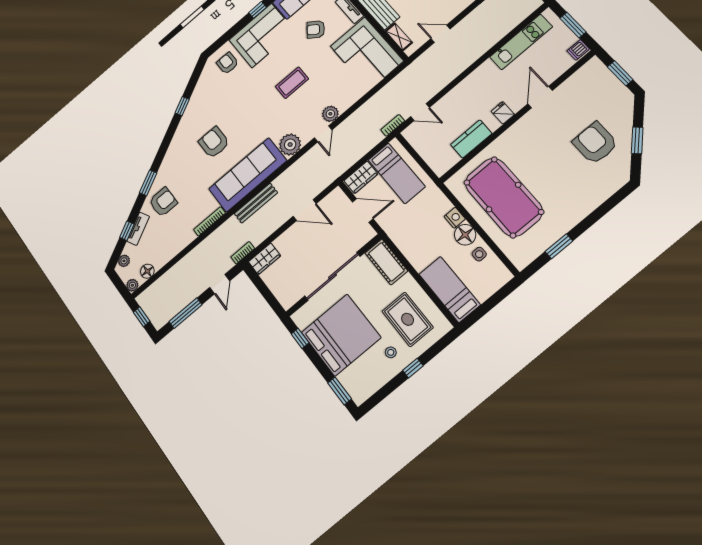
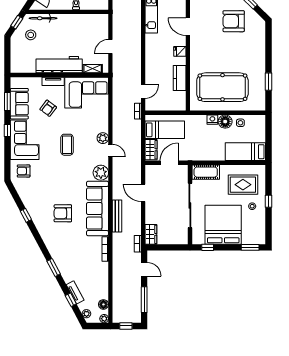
armchair: (163, 202) -> (72, 267), removed
door: (305, 210) -> (143, 193), swing flipped

